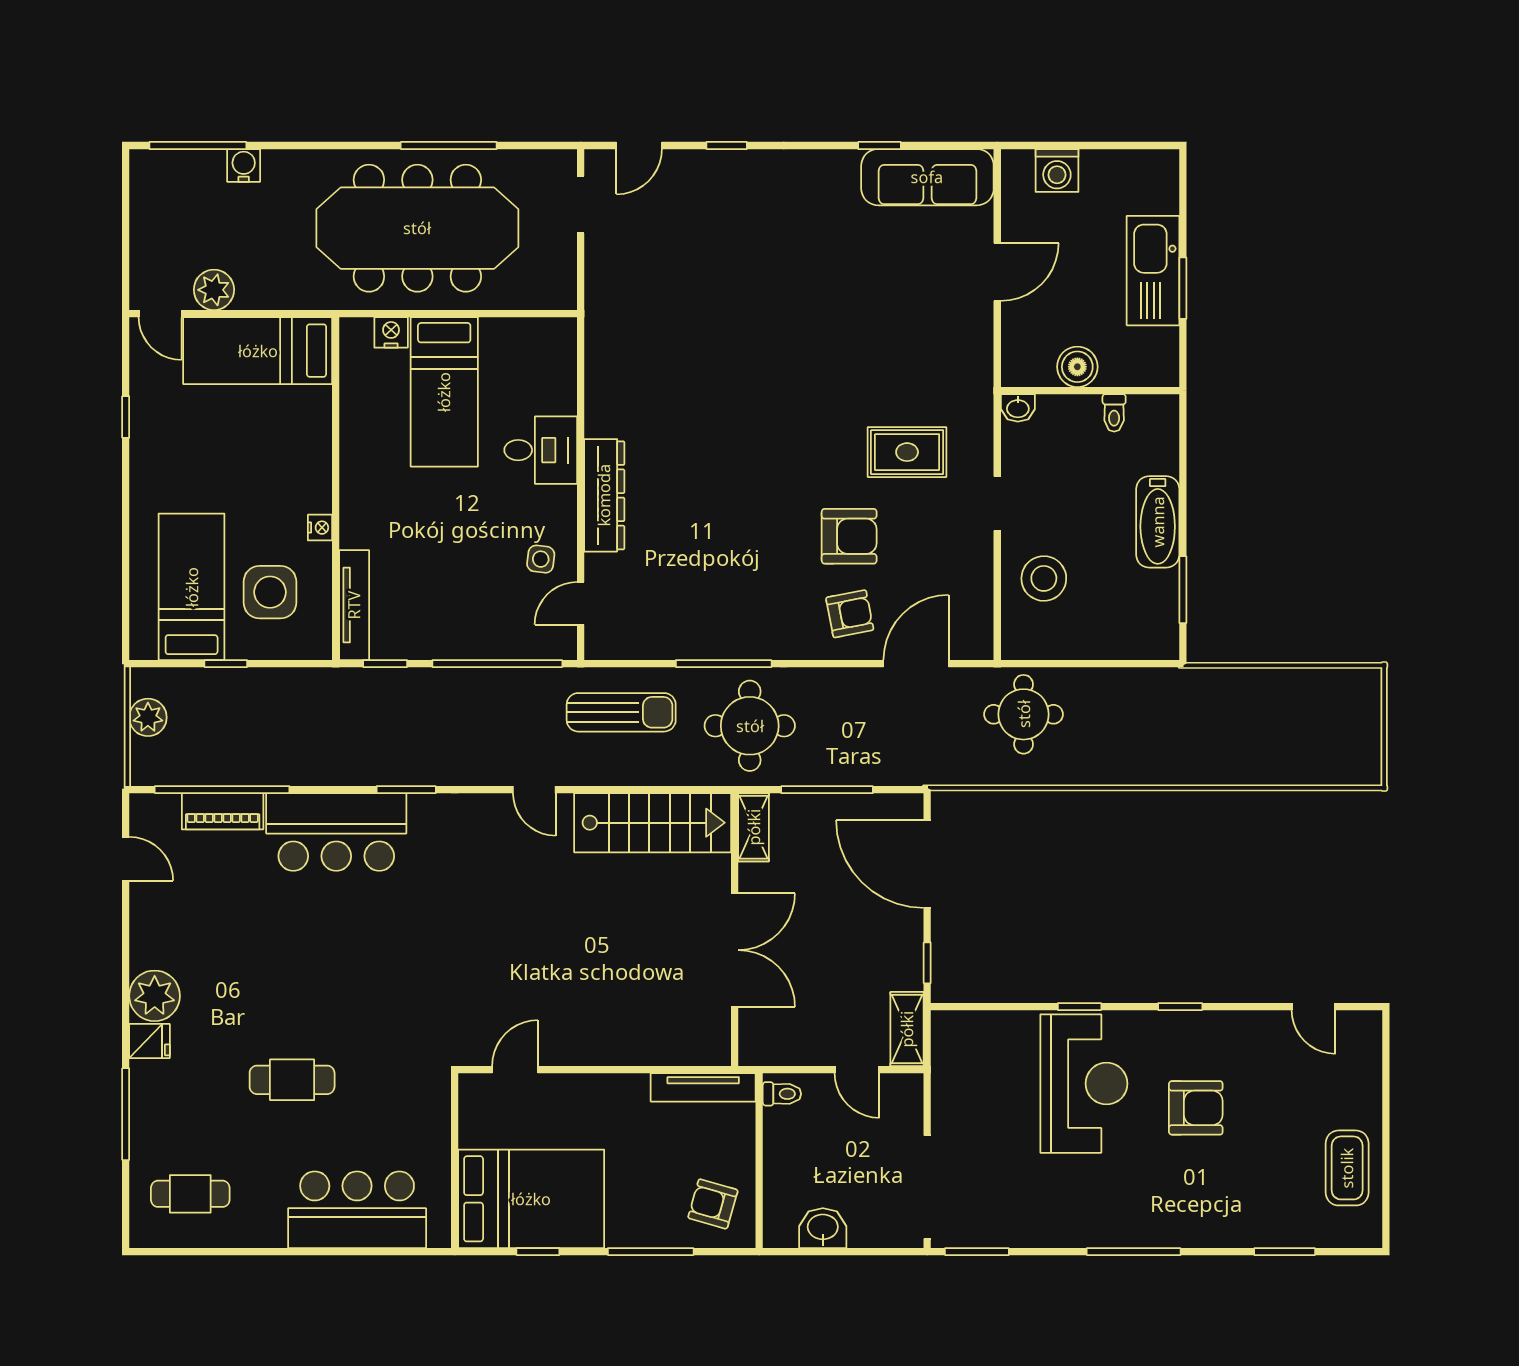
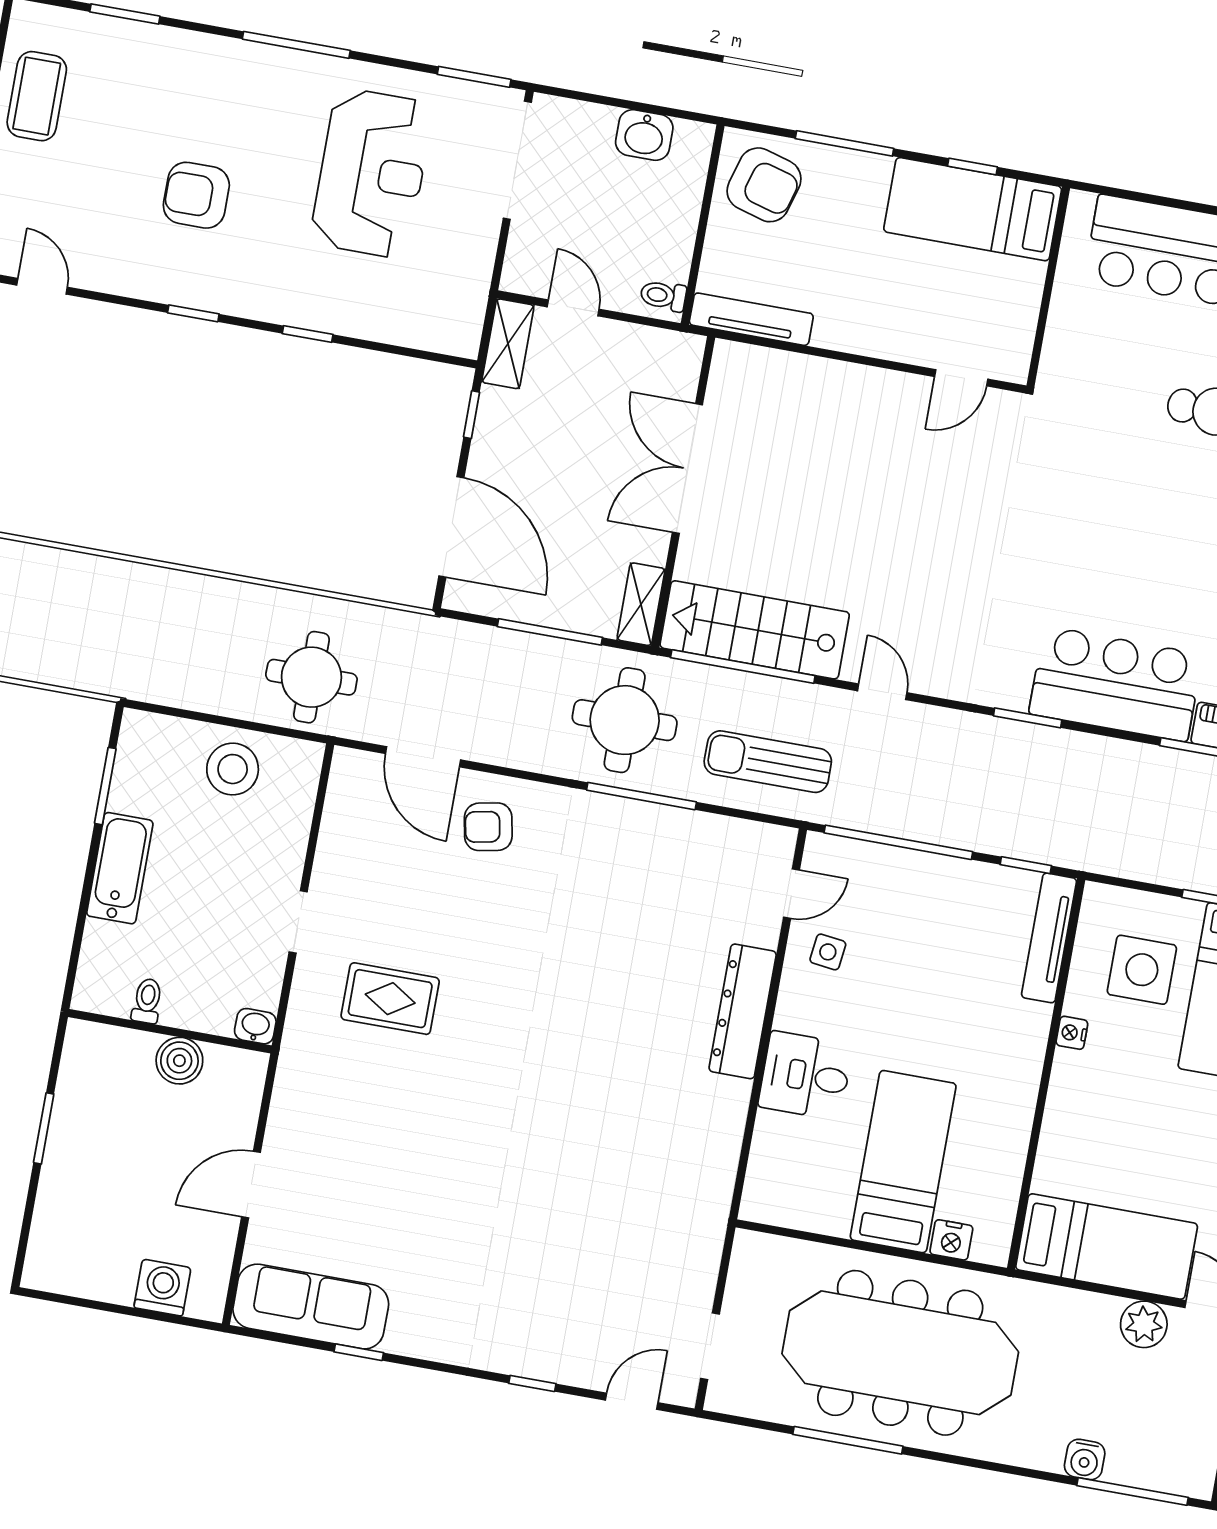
kitchen sink: (1153, 271) -> (74, 1154), removed
armchair: (849, 536) -> (473, 915), removed
stool: (1044, 578) -> (233, 769), moved
door: (916, 664) -> (423, 757), hinge flipped
window: (657, 790) -> (743, 667), added
reception desk: (1084, 1084) -> (372, 173), moved, turned 180
bed: (531, 1199) -> (973, 209), width x0.67
armchair: (713, 1204) -> (764, 185), width x1.38, depth x1.38

